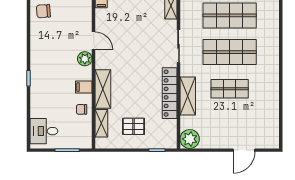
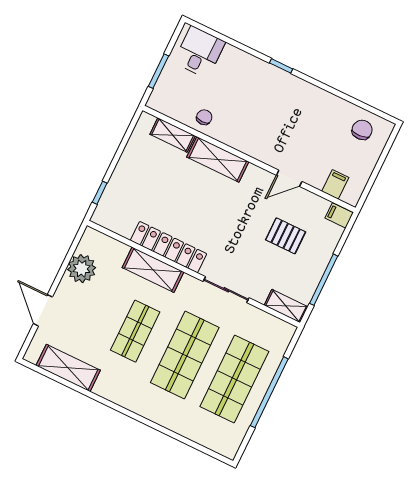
plant: (85, 59) -> (271, 155), removed
filing cabinet: (84, 87) -> (335, 184), moved
shelving: (271, 118) -> (68, 368), added
pallet: (133, 126) -> (286, 236), moved, turned 90
plant: (190, 139) -> (82, 269), moved

